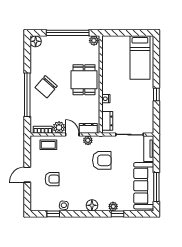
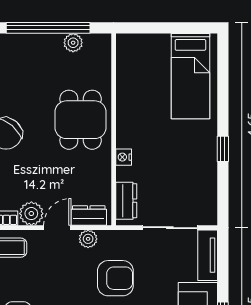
plant: (94, 41) -> (73, 43), moved
door: (72, 135) -> (57, 228), hinge flipped

